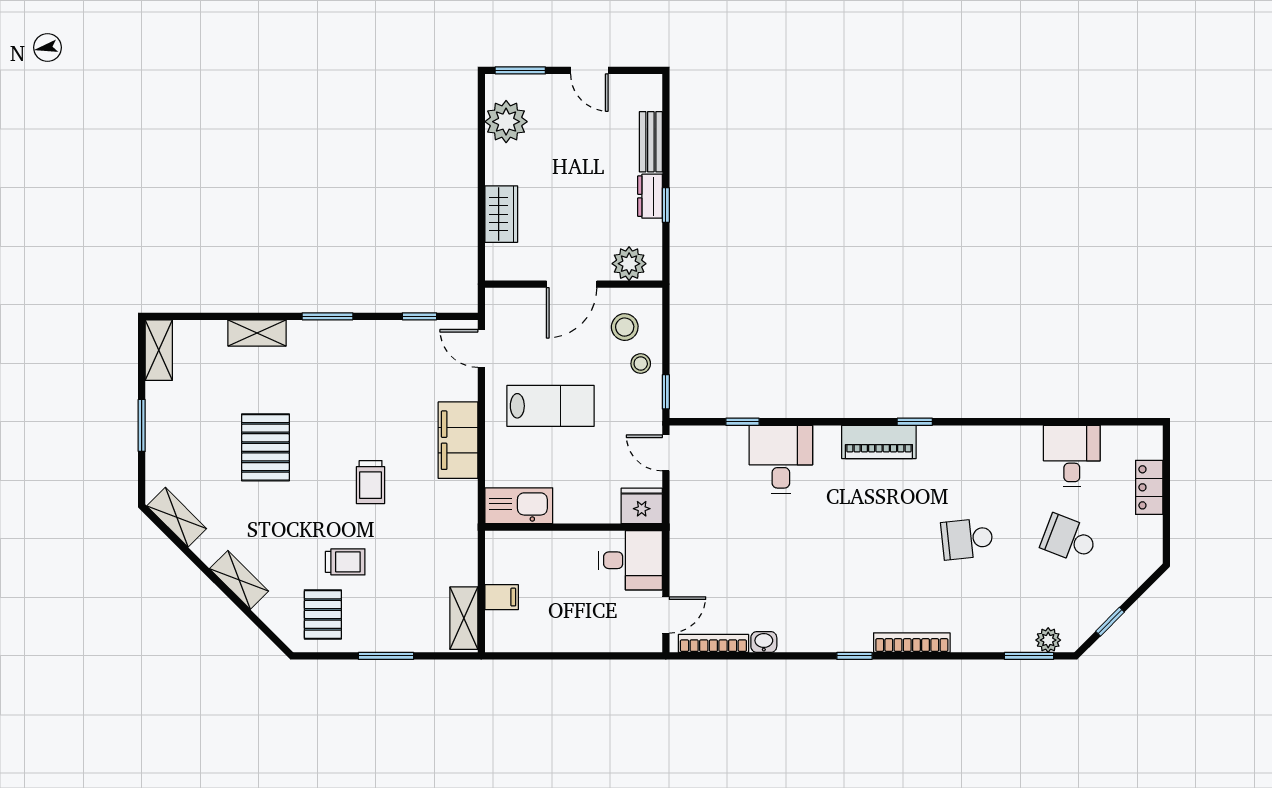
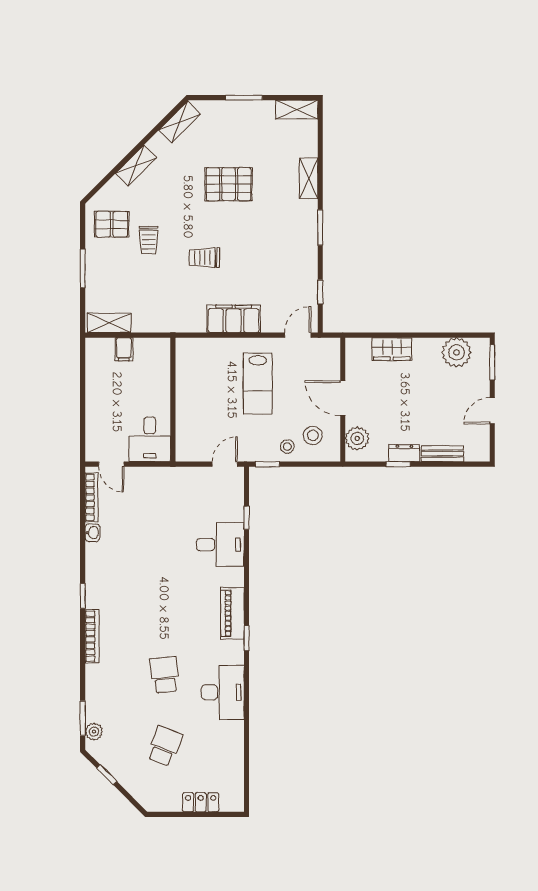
desk: (1072, 456) -> (223, 692), moved, width x1.37
kitchen sink: (519, 506) -> (188, 361), removed
fridge: (642, 506) -> (188, 447), removed

